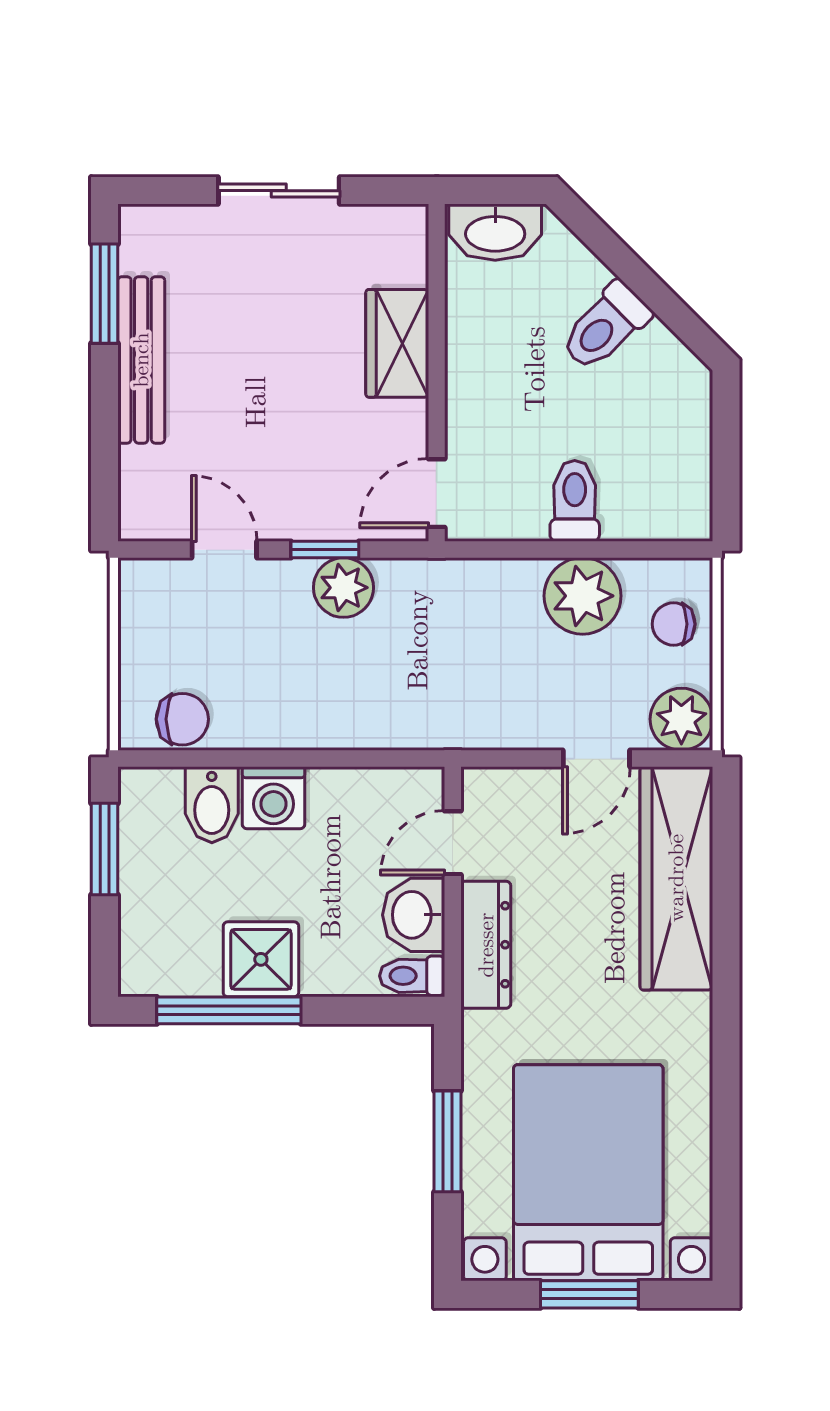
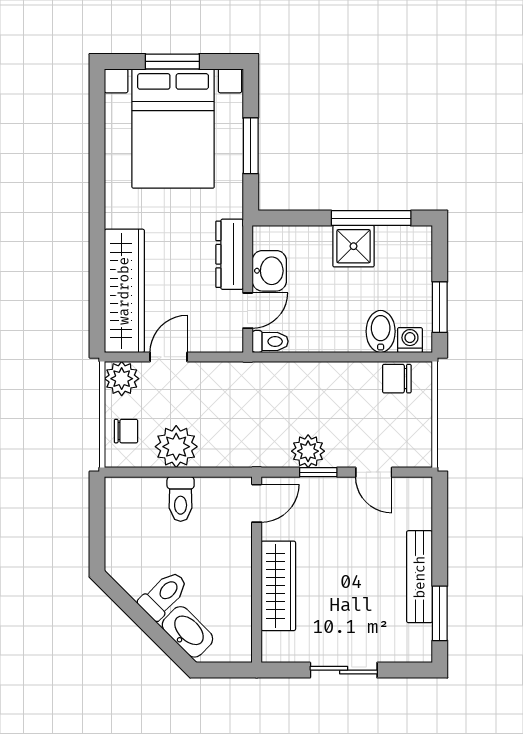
washbasin: (495, 232) -> (187, 632), moved, turned 45
wardrobe: (397, 343) -> (278, 586), width x1.50
washing machine: (274, 798) -> (410, 340), moved, width x0.73, depth x0.73
toilet: (412, 976) -> (270, 341), moved

